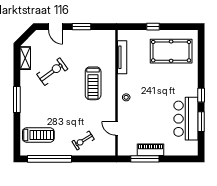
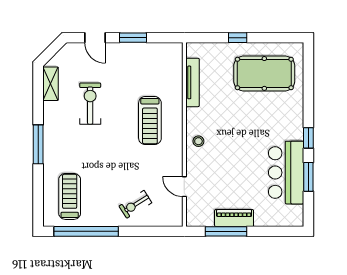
exercise bike: (52, 72) -> (90, 104), turned -54
treadmill: (38, 135) -> (70, 196), turned -90

